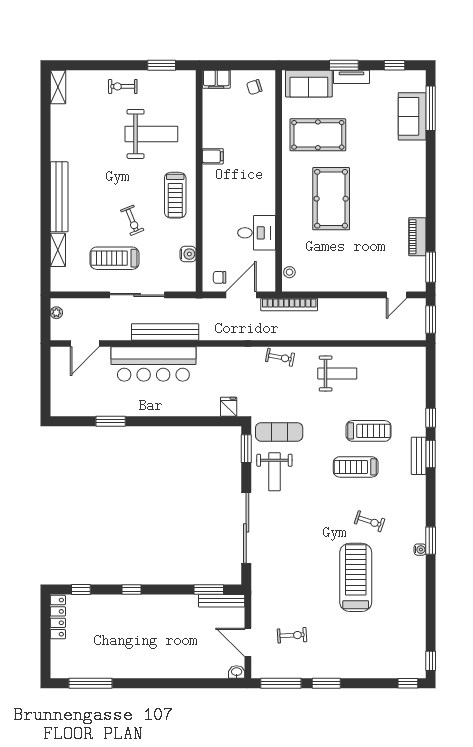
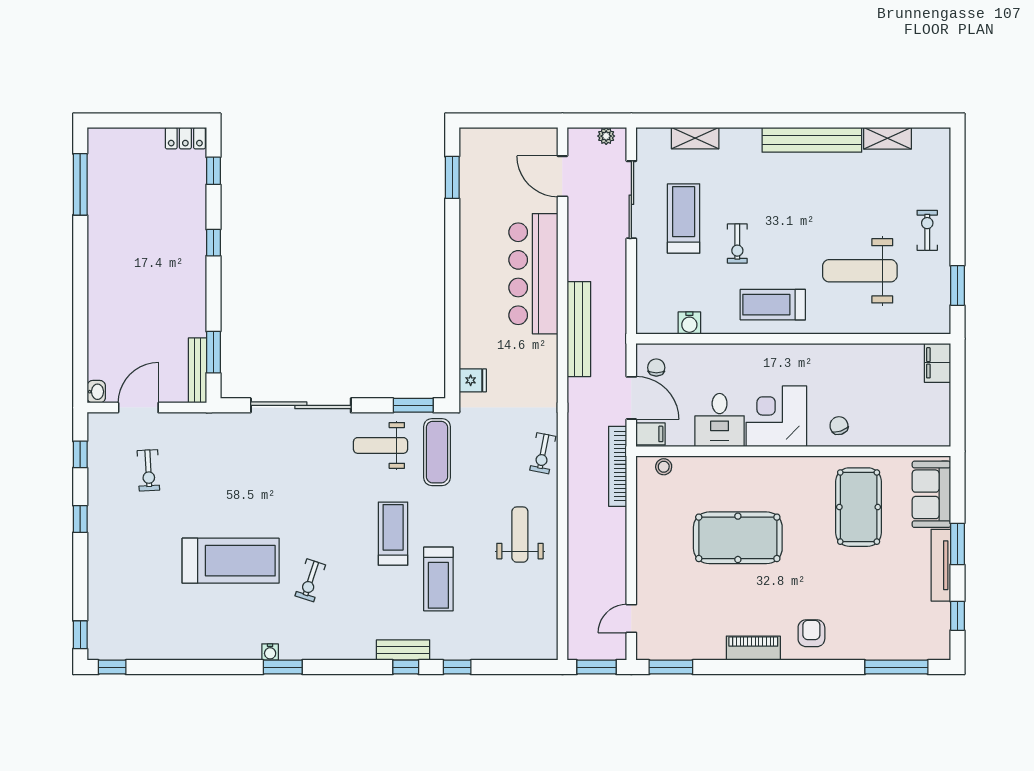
tv unit: (351, 77) -> (941, 565), width x1.41
shelving: (58, 87) -> (887, 138), moved
chair: (254, 87) -> (839, 426), moved
sofa: (412, 116) -> (885, 641), removed
weight bench: (151, 134) -> (860, 271), turned 90
filing cabinet: (213, 156) -> (651, 434), moved, turned -90
armchair: (407, 168) -> (811, 633), added
corner desk: (254, 193) -> (776, 416), added
bench: (59, 197) -> (812, 140), moved
pool table: (331, 199) -> (738, 538), moved
exercise bike: (132, 220) -> (737, 244), turned -68
piano: (417, 237) -> (753, 648), moved
sliding door: (137, 295) -> (631, 200), moved
door: (396, 295) -> (631, 619), hinge flipped
bench: (165, 332) -> (579, 329), moved
weight bench: (337, 373) -> (520, 535), turned 180
window: (111, 421) -> (452, 177), moved
window: (431, 454) -> (406, 667), width x0.67
treadmill: (356, 467) -> (393, 534), moved
locker: (58, 617) -> (185, 138), width x0.66
window: (281, 683) -> (80, 454), width x0.46
window: (326, 683) -> (80, 519), width x0.67

